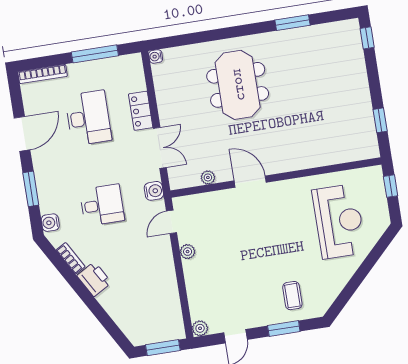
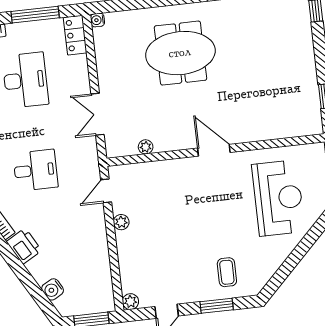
meeting table: (238, 85) -> (180, 53), turned 90
locker: (141, 111) -> (75, 35), moved
double door: (160, 148) -> (98, 114), swing flipped
door: (250, 182) -> (214, 150), moved
water cooler: (154, 191) -> (53, 289), moved, turned 150

